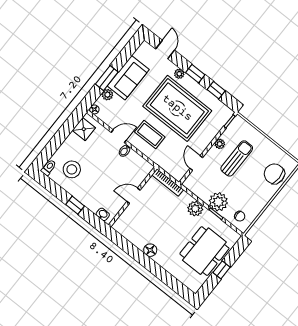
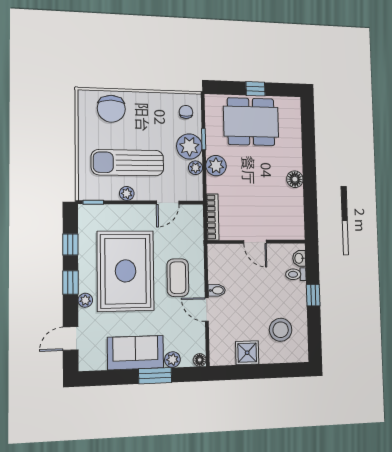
shower: (84, 129) -> (247, 353), moved
sun lounger: (237, 158) -> (128, 163), width x1.36, depth x1.34
toilet: (49, 167) -> (296, 274), moved
plant: (203, 195) -> (195, 168), added

